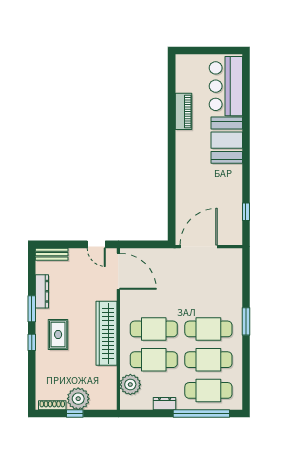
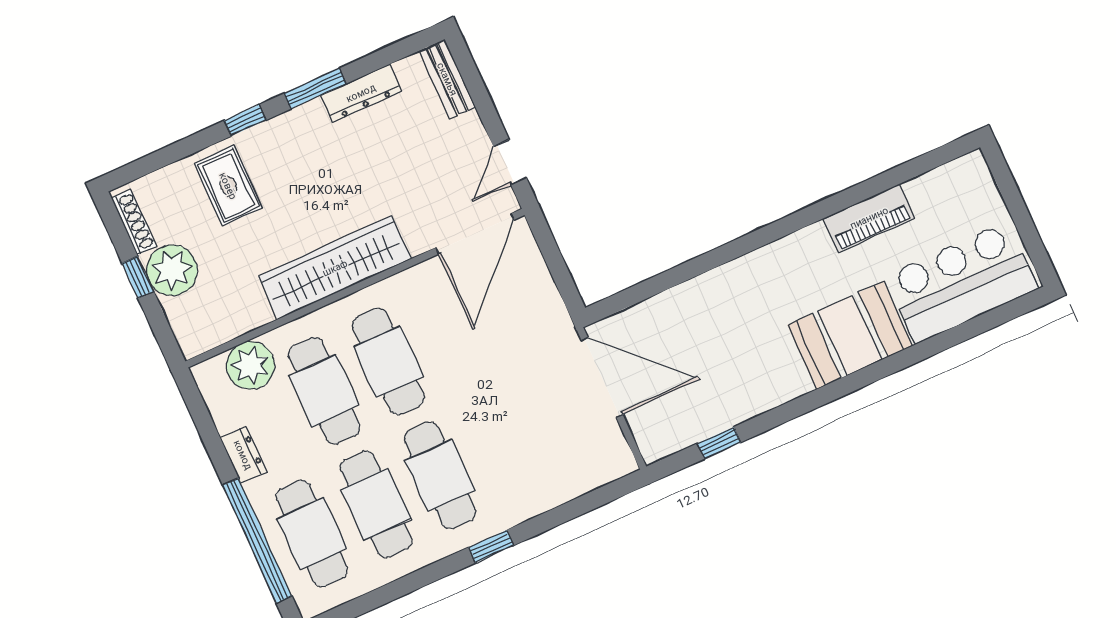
window: (246, 321) -> (491, 546), width x0.67
rug: (58, 335) -> (228, 186), moved, turned 90

